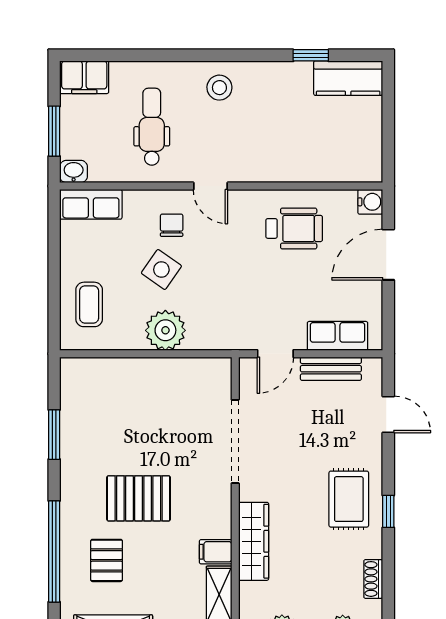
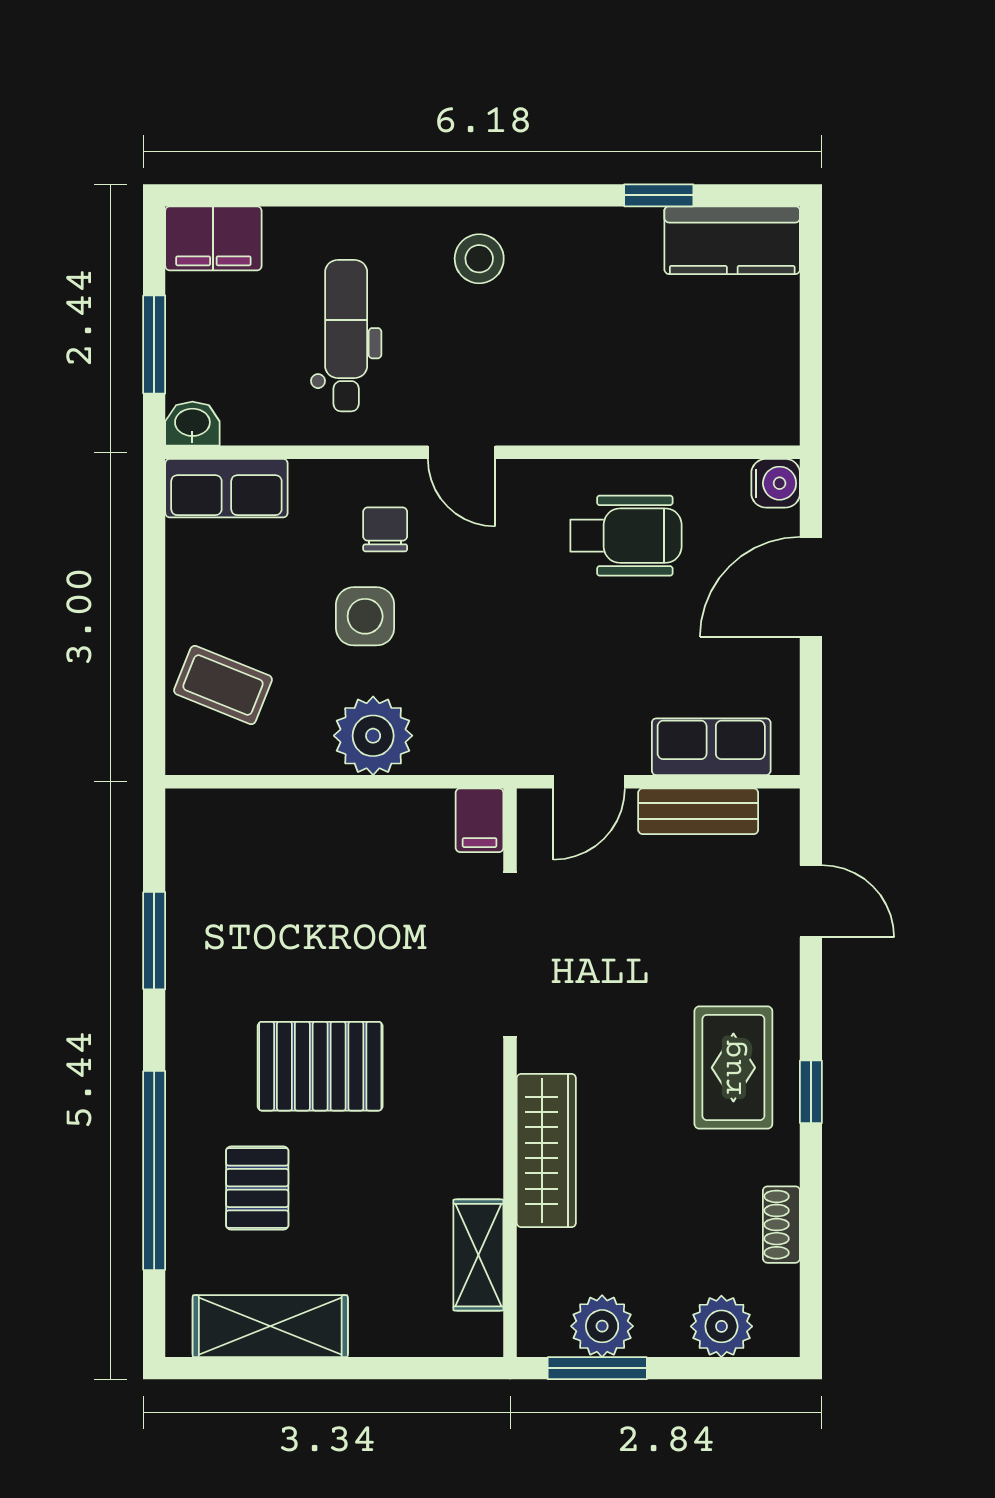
side table: (161, 270) -> (365, 616), turned -35
coffee table: (89, 304) -> (223, 685), turned -68
filing cabinet: (216, 552) -> (480, 820), moved, turned -90

